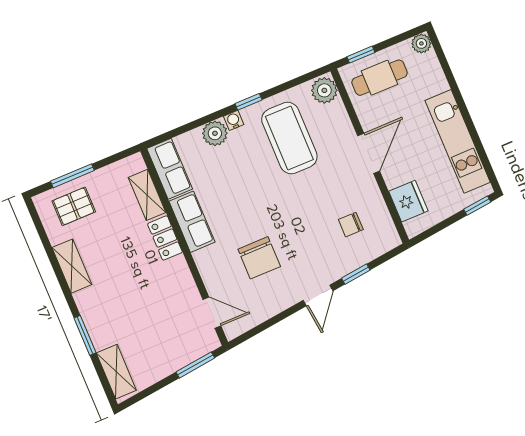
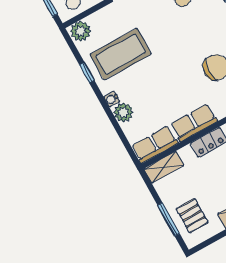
window: (249, 102) -> (87, 73), moved
shelving: (147, 195) -> (164, 167), moved

